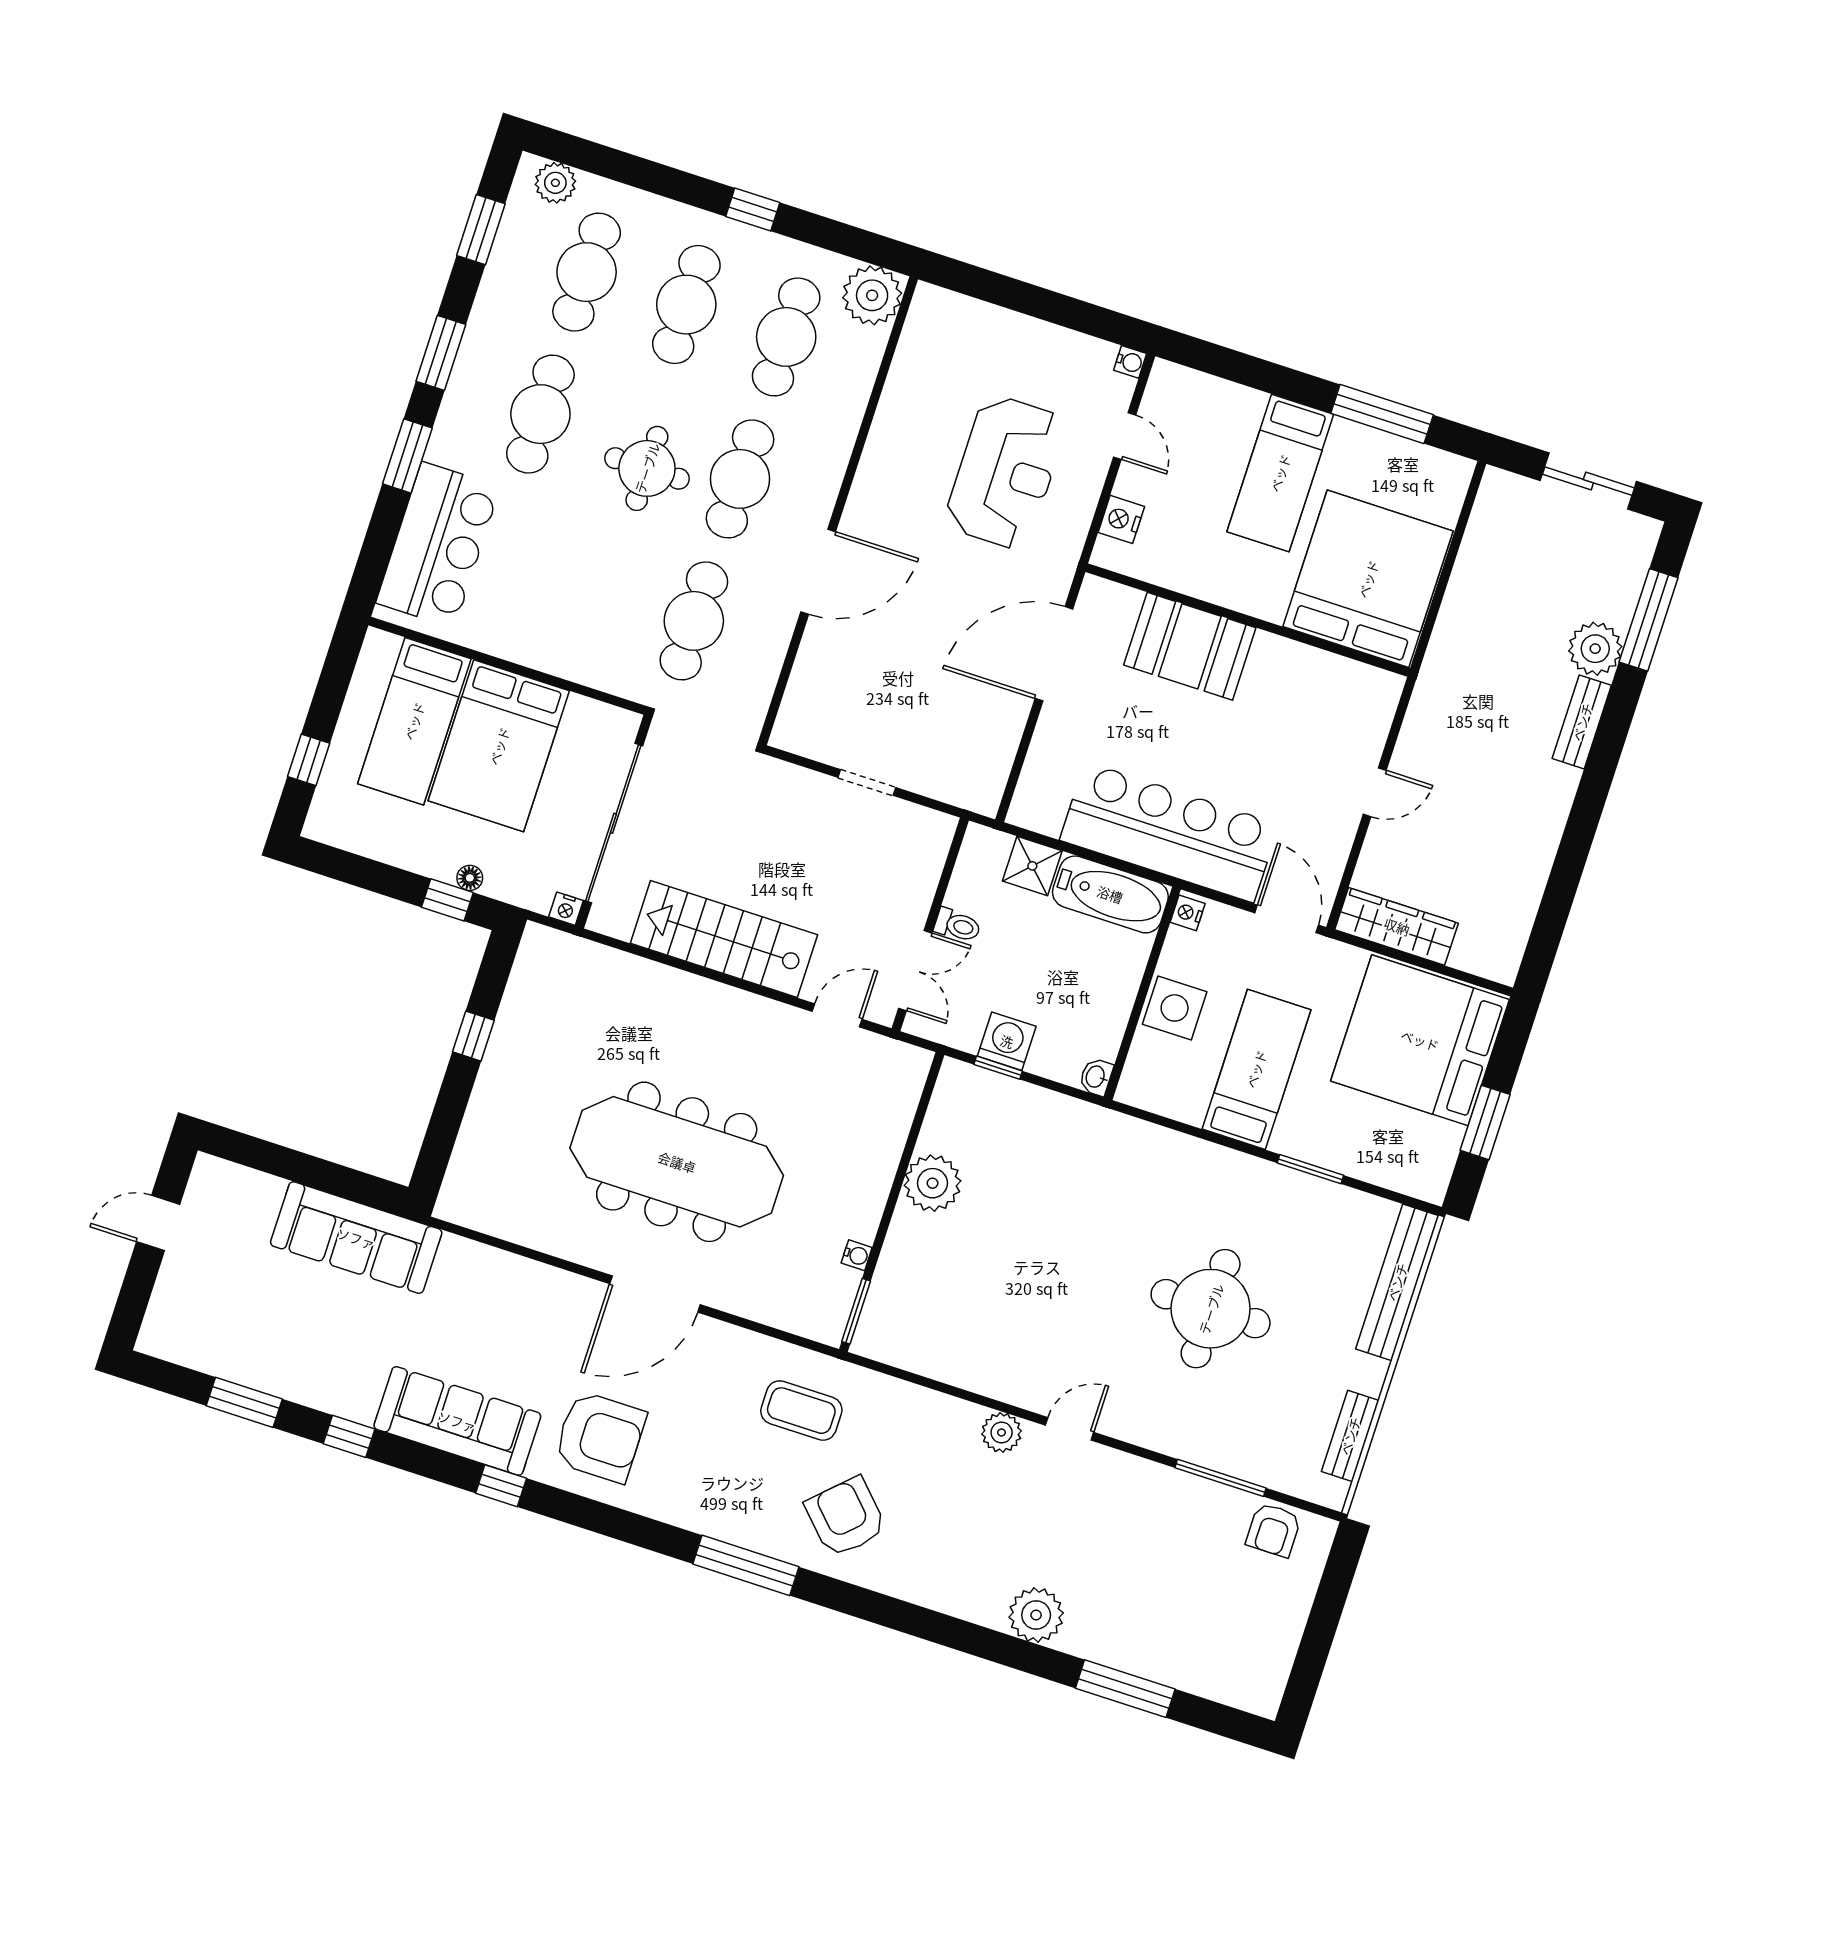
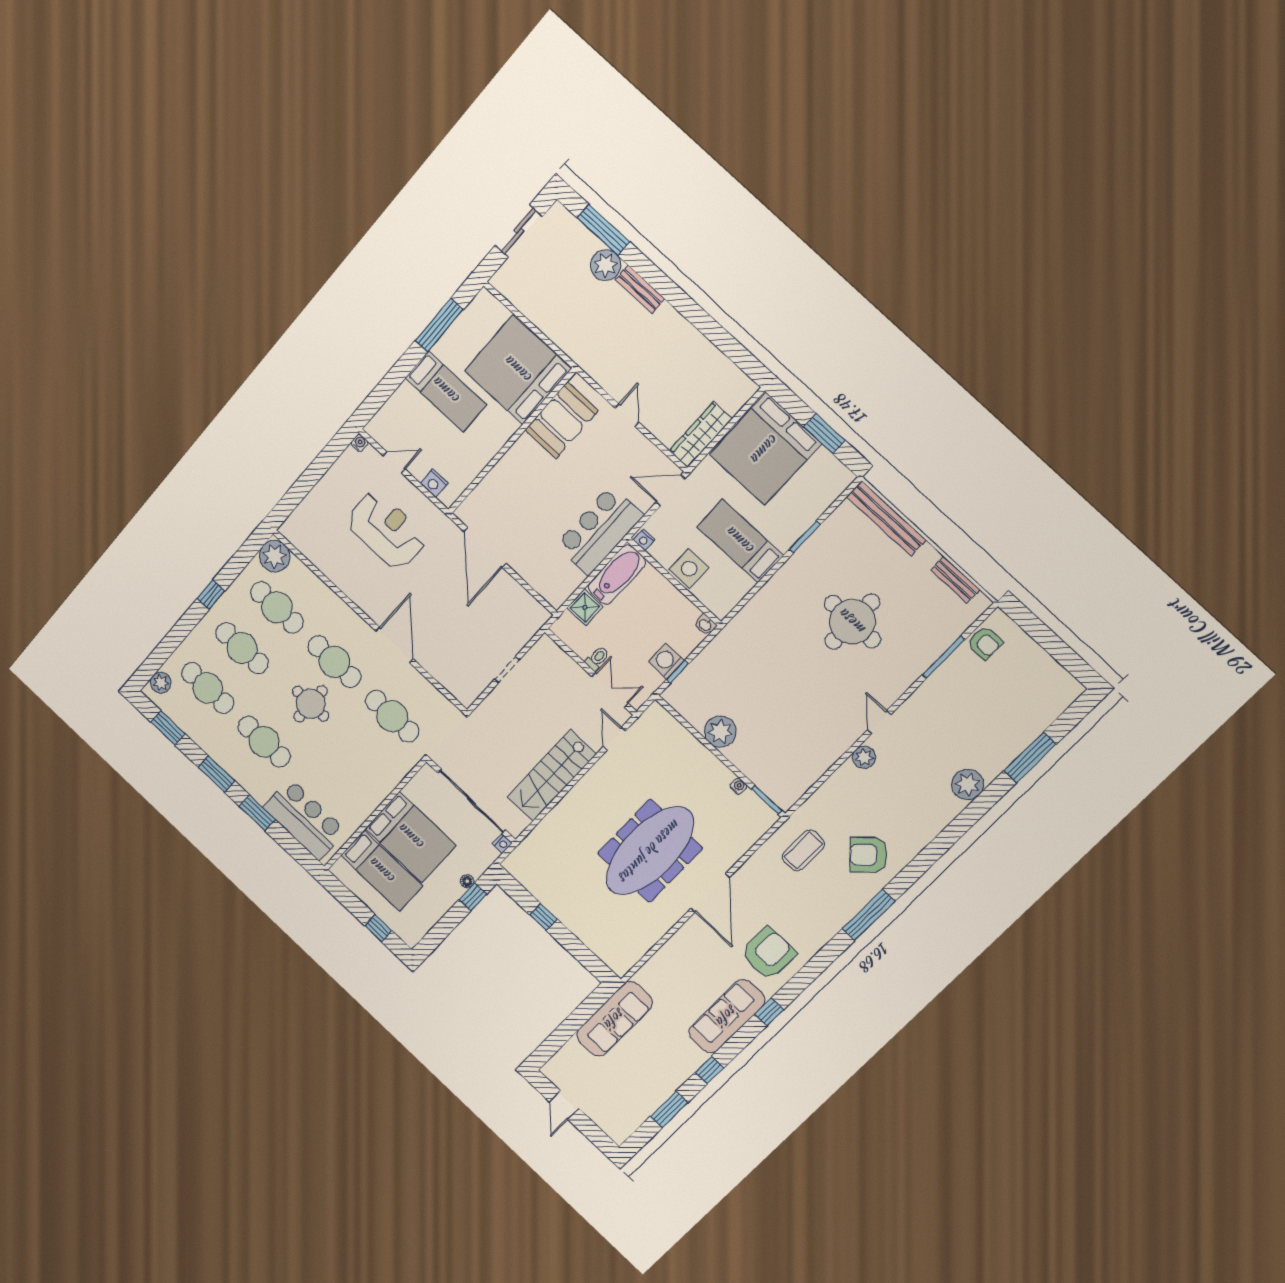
booth: (1190, 646) -> (561, 420), moved
bar counter: (1169, 832) -> (599, 530), width x0.73

